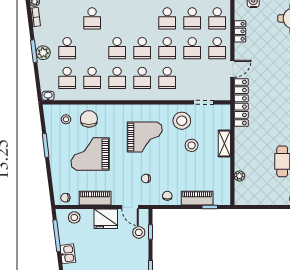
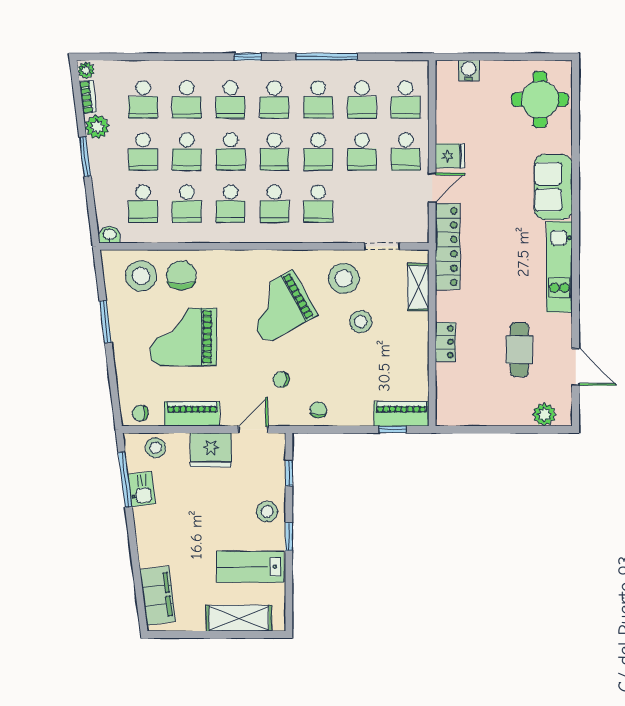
school desk: (67, 18) -> (143, 100), added
school desk: (117, 18) -> (231, 100), added
school desk: (142, 18) -> (274, 100), added
locker: (240, 31) -> (445, 342), moved
school desk: (92, 48) -> (187, 152), added
fridge: (243, 51) -> (450, 156), added
plant: (43, 53) -> (97, 127), moved
stool: (66, 119) -> (141, 276), width x1.89, depth x1.89
grand piano: (145, 137) -> (279, 307), turned 151
shelving: (224, 144) -> (418, 287), moved
plant: (239, 176) -> (445, 375), removed
piano: (197, 198) -> (401, 414), moved
door: (130, 207) -> (253, 429), swing flipped
stool: (139, 232) -> (267, 512), moved
kitchen sink: (68, 254) -> (142, 489), moved

